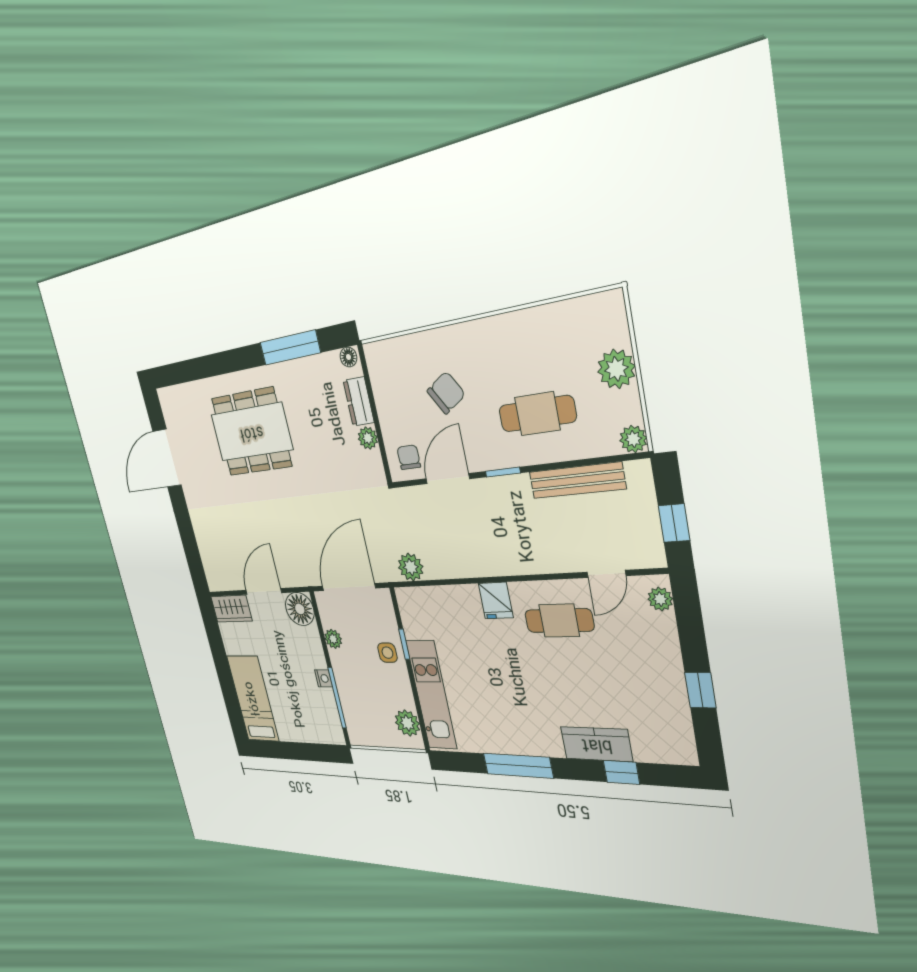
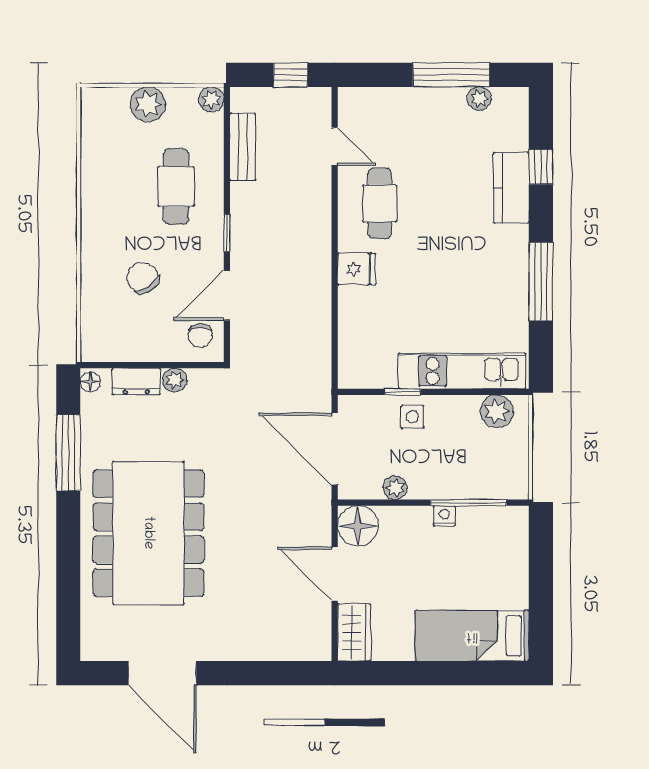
dining table: (251, 432) -> (148, 533), width x1.36, depth x1.24
chair: (409, 457) -> (200, 336), turned -90
door: (448, 479) -> (227, 296), hinge flipped
bench: (577, 480) -> (243, 147), width x0.73
plant: (411, 567) -> (316, 362), removed
plant: (660, 599) -> (479, 99), moved
window: (700, 690) -> (451, 75), width x2.17

